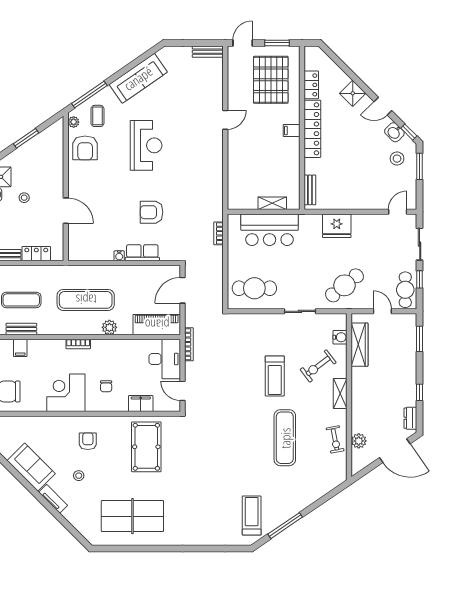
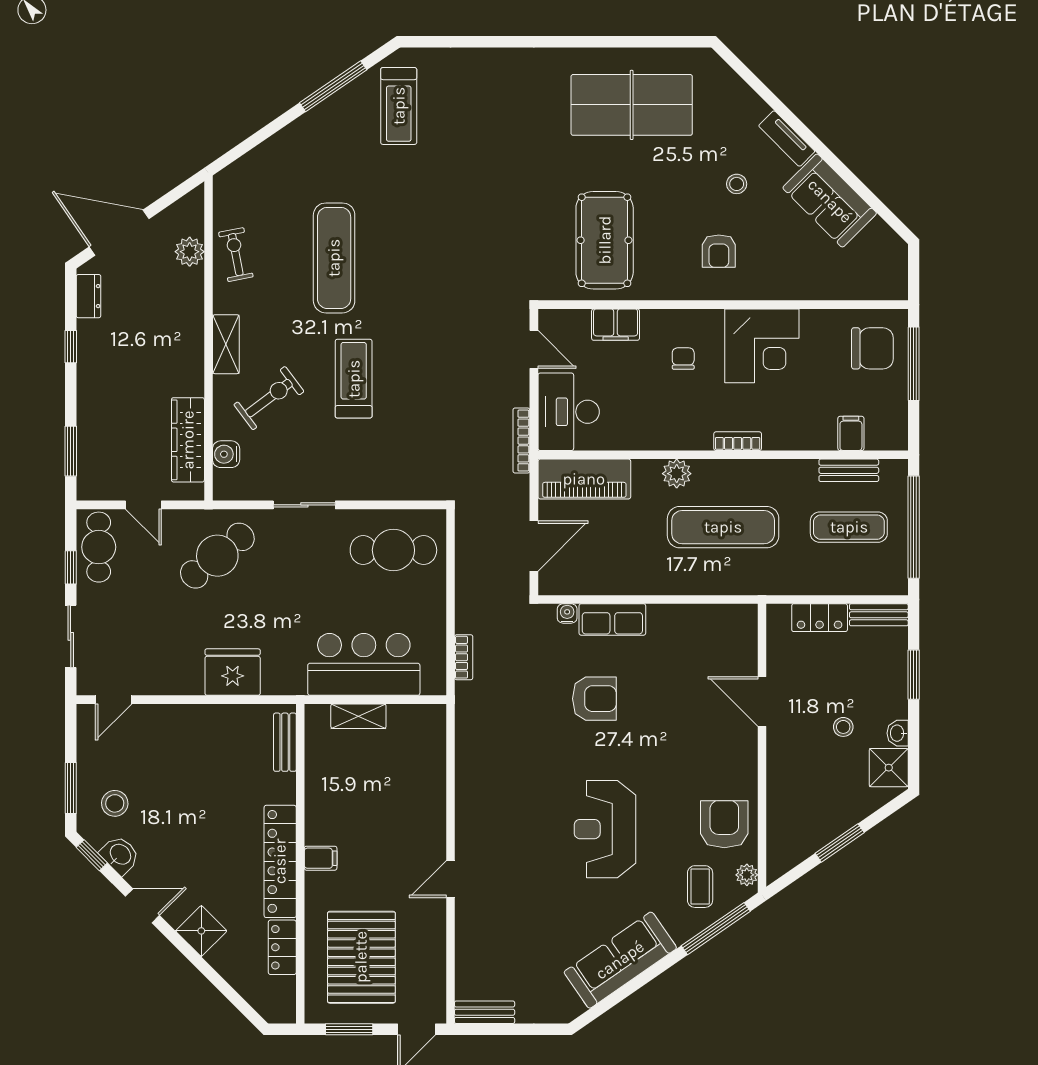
water cooler: (119, 256) -> (567, 613), moved

